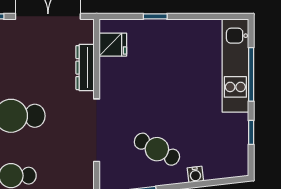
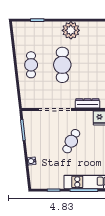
cafe table: (157, 149) -> (71, 141), moved

